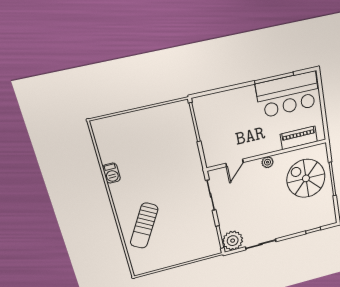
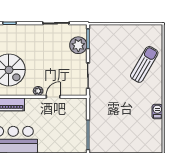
door: (235, 163) -> (53, 97), moved
plant: (233, 241) -> (78, 45), moved

